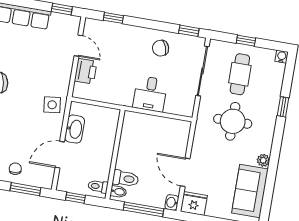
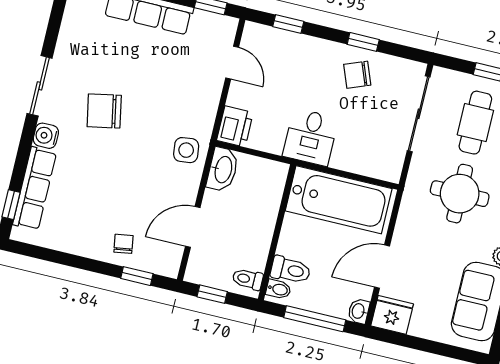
window: (189, 31) -> (363, 42), moved
printer: (86, 71) -> (235, 126), moved
desk: (150, 94) -> (311, 137), moved
washbasin: (75, 129) -> (223, 169), moved
bathtub: (154, 131) -> (339, 200), added
door: (185, 172) -> (382, 267), hinge flipped
window: (25, 189) -> (137, 276), width x0.67

